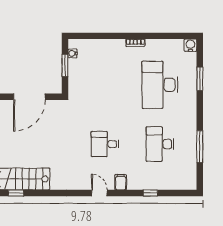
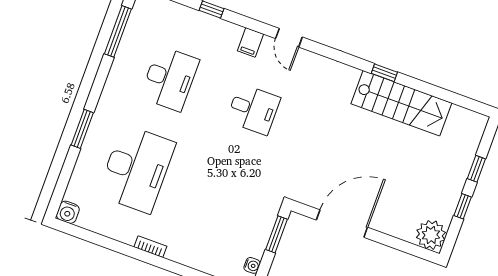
window: (65, 65) -> (276, 234), moved
window: (200, 79) -> (82, 129), moved
window: (200, 147) -> (118, 31), moved
window: (16, 193) -> (384, 73), moved

